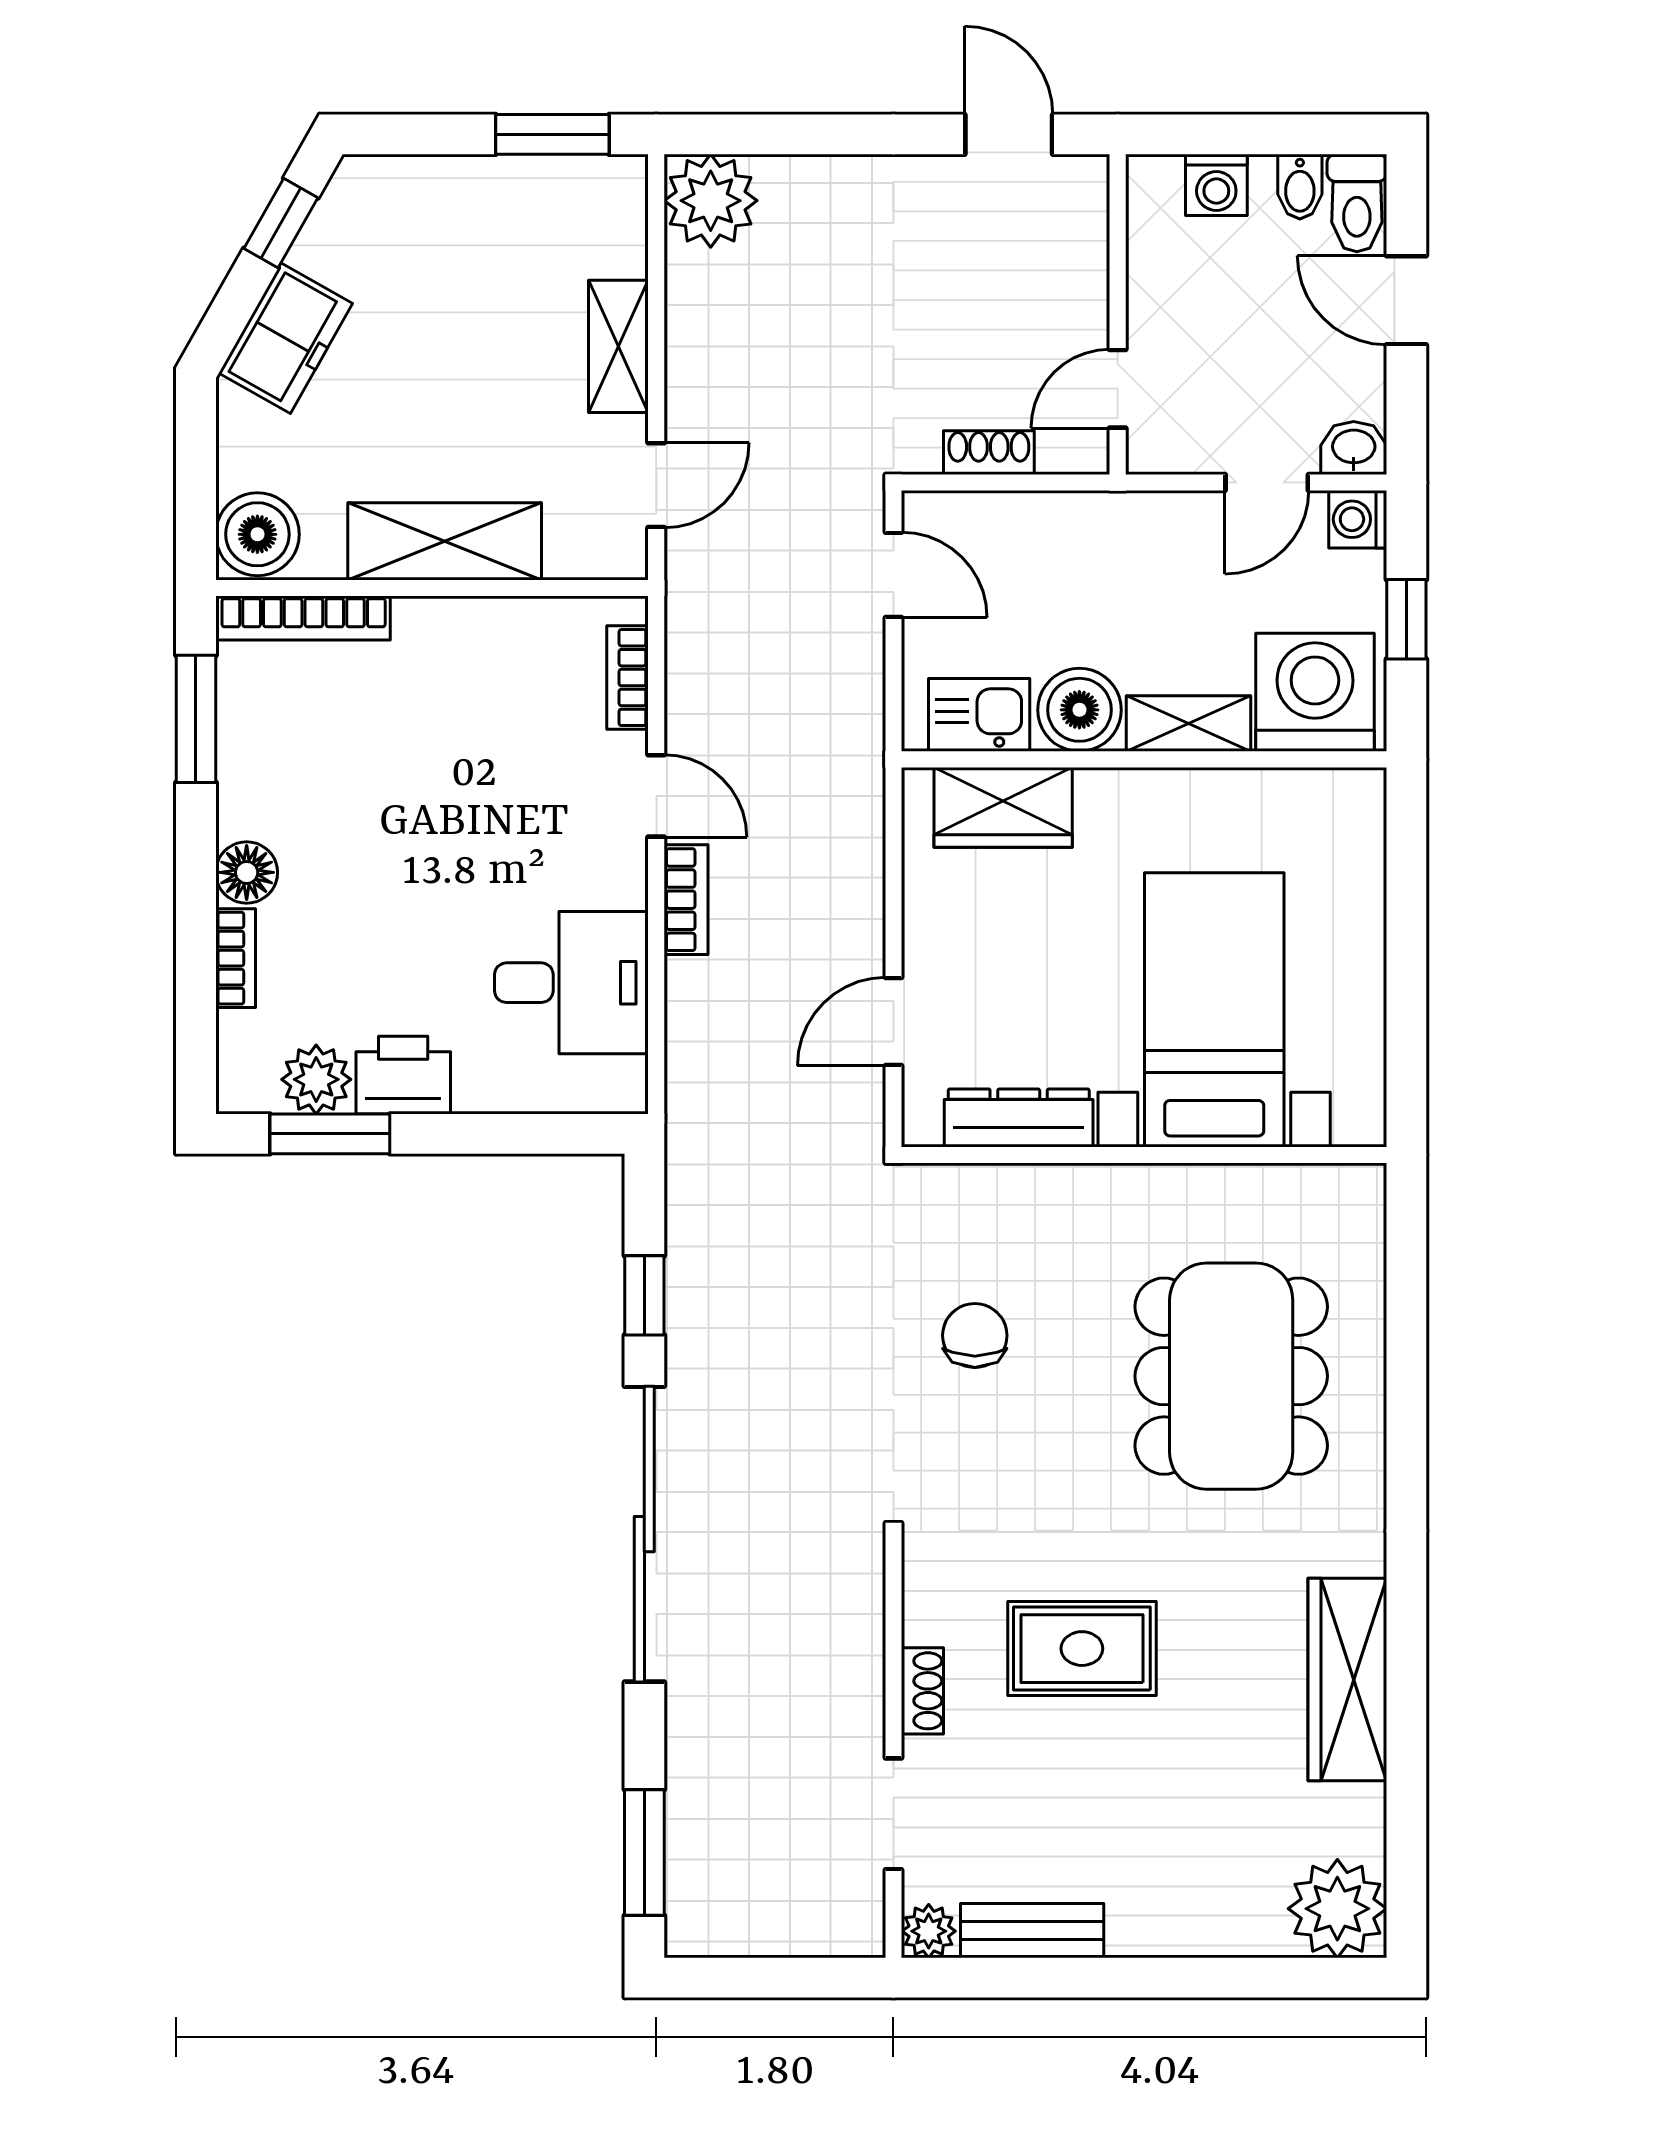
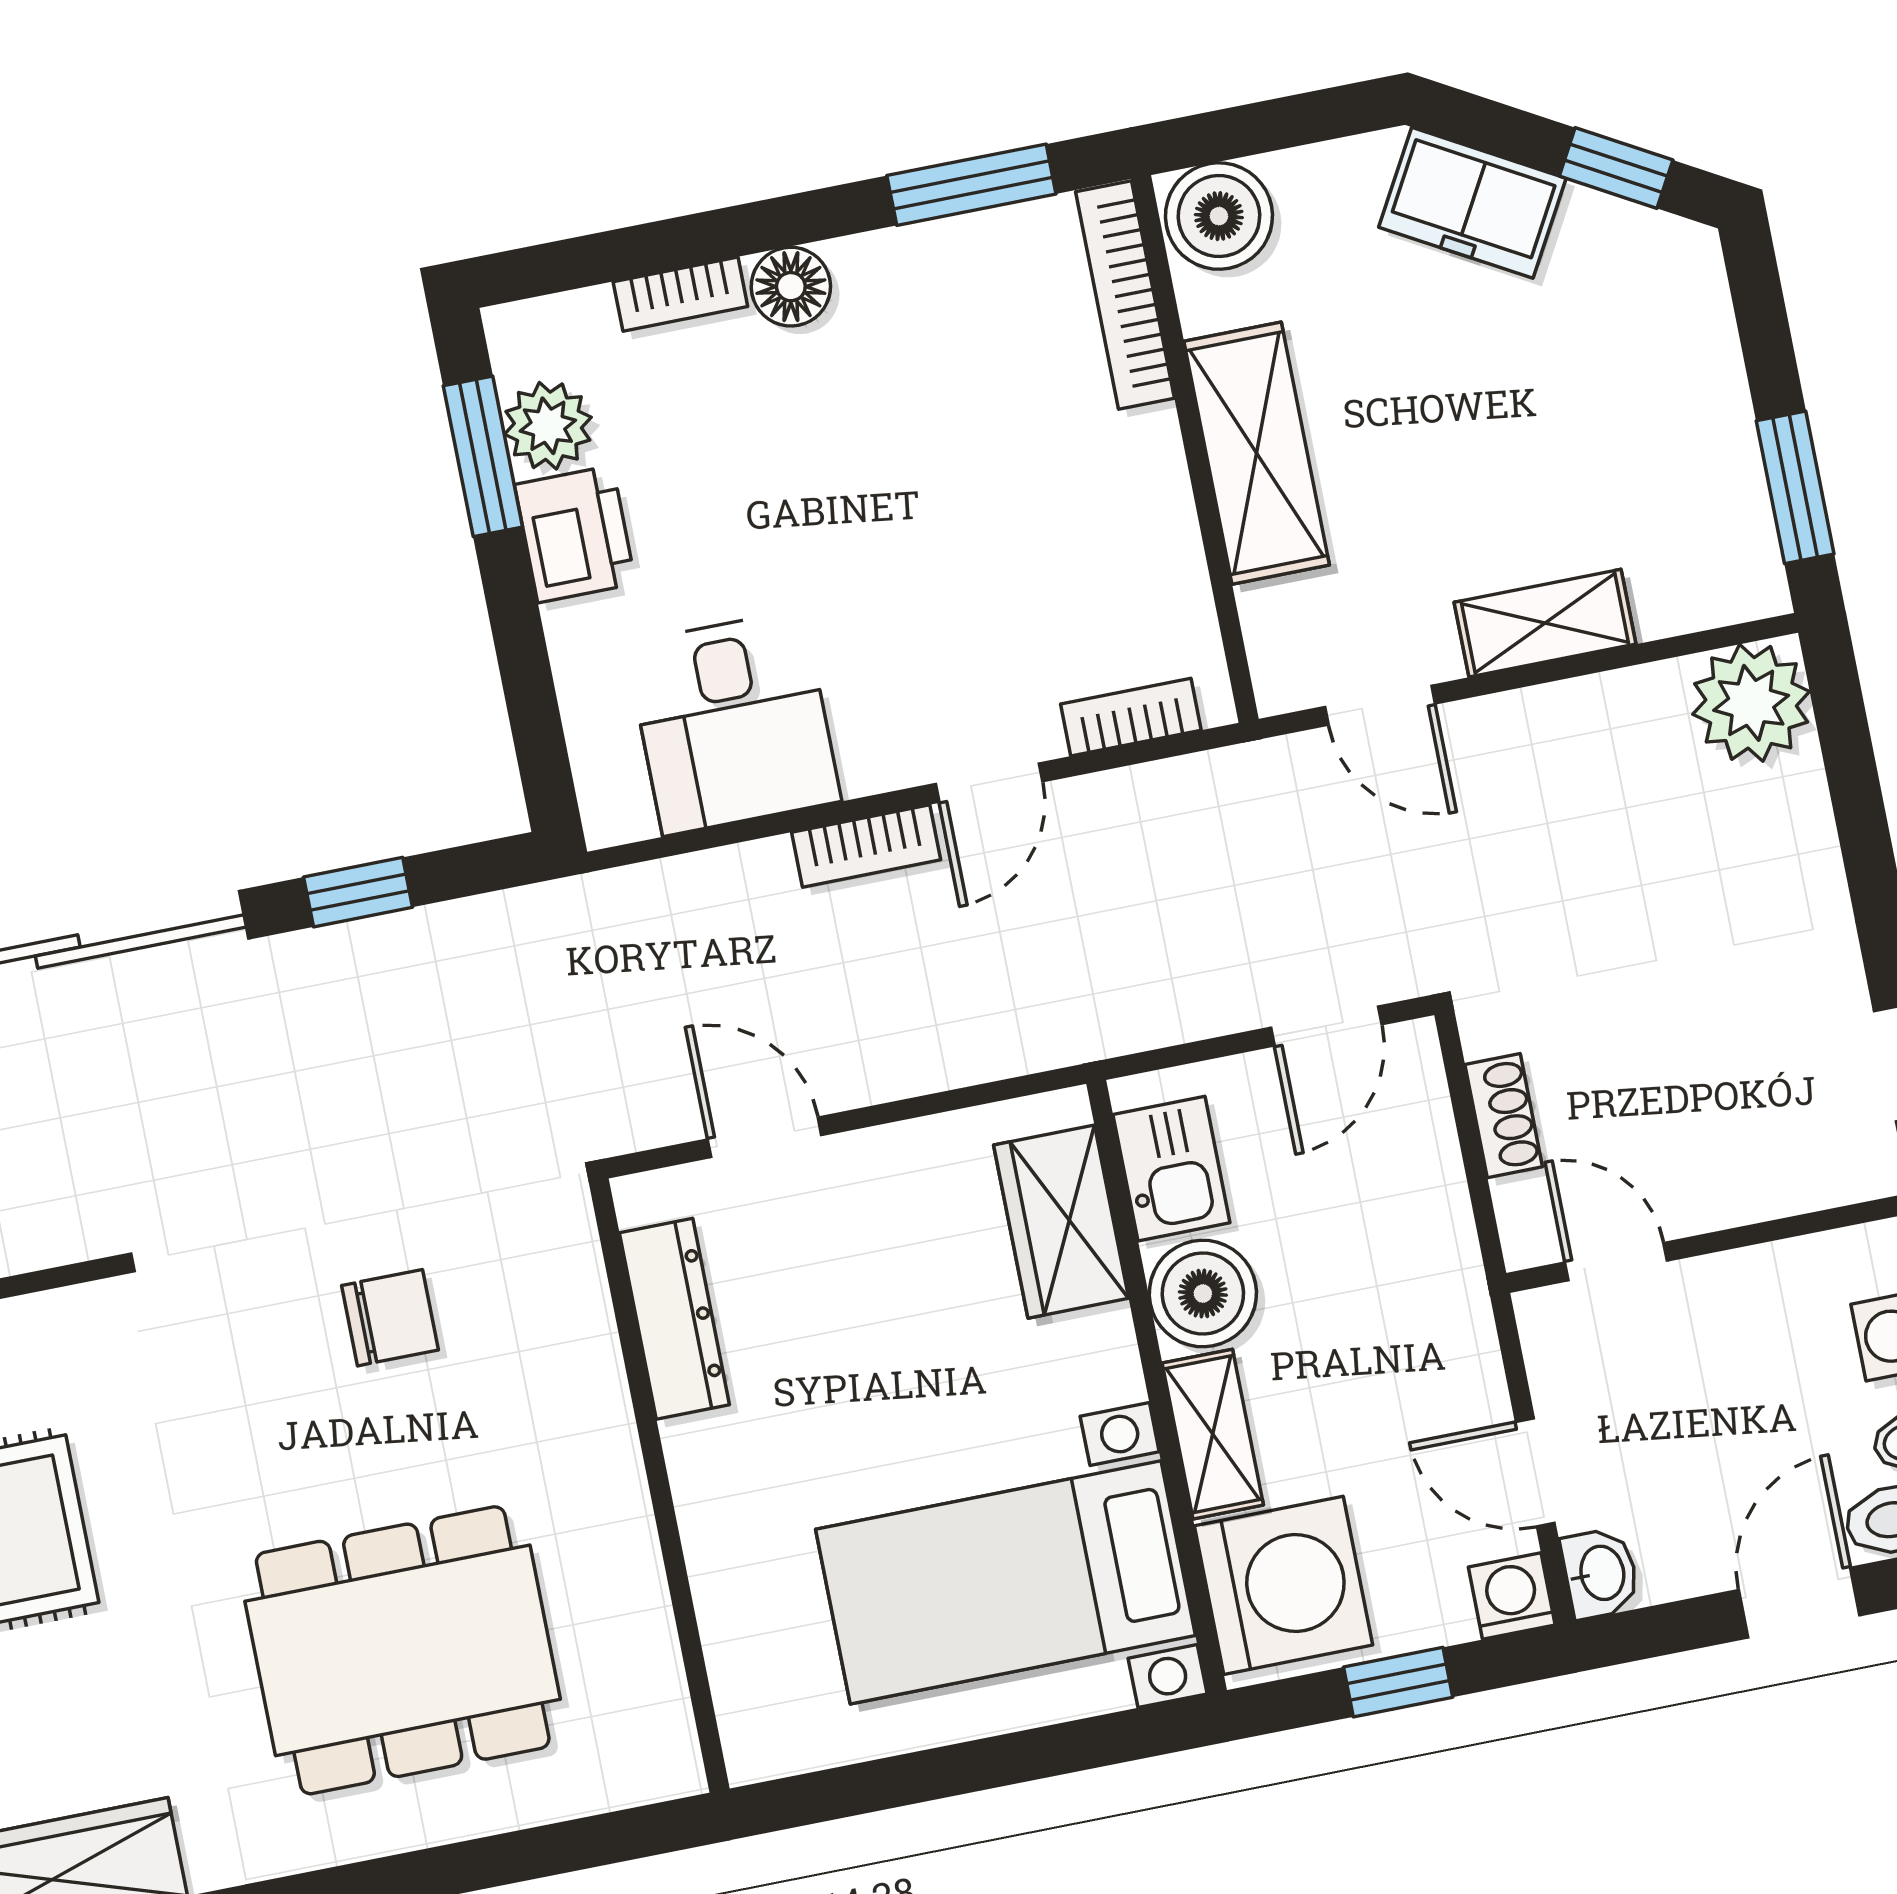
bed with nightstands: (1214, 1010) -> (1006, 1582), moved, turned 180

